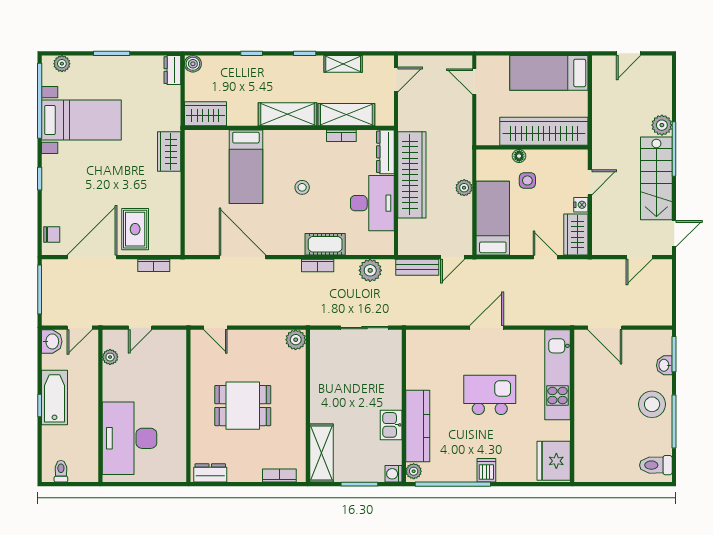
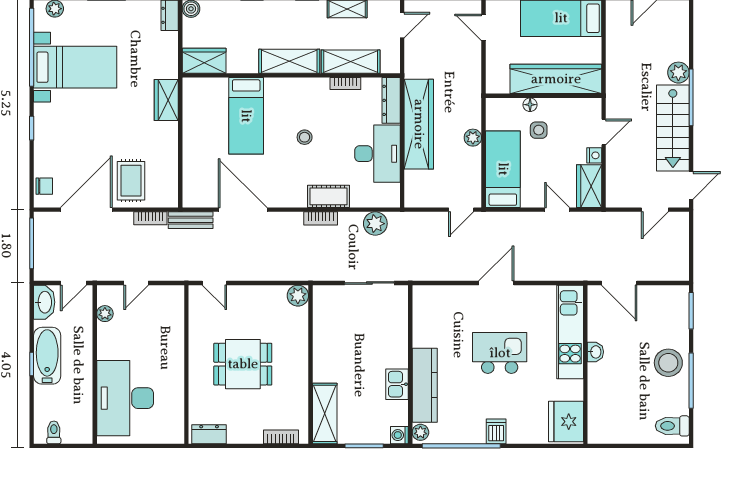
bench: (417, 267) -> (191, 220), moved
washbasin: (52, 341) -> (44, 302), width x1.38
washbasin: (664, 365) -> (595, 352), moved, turned 180

